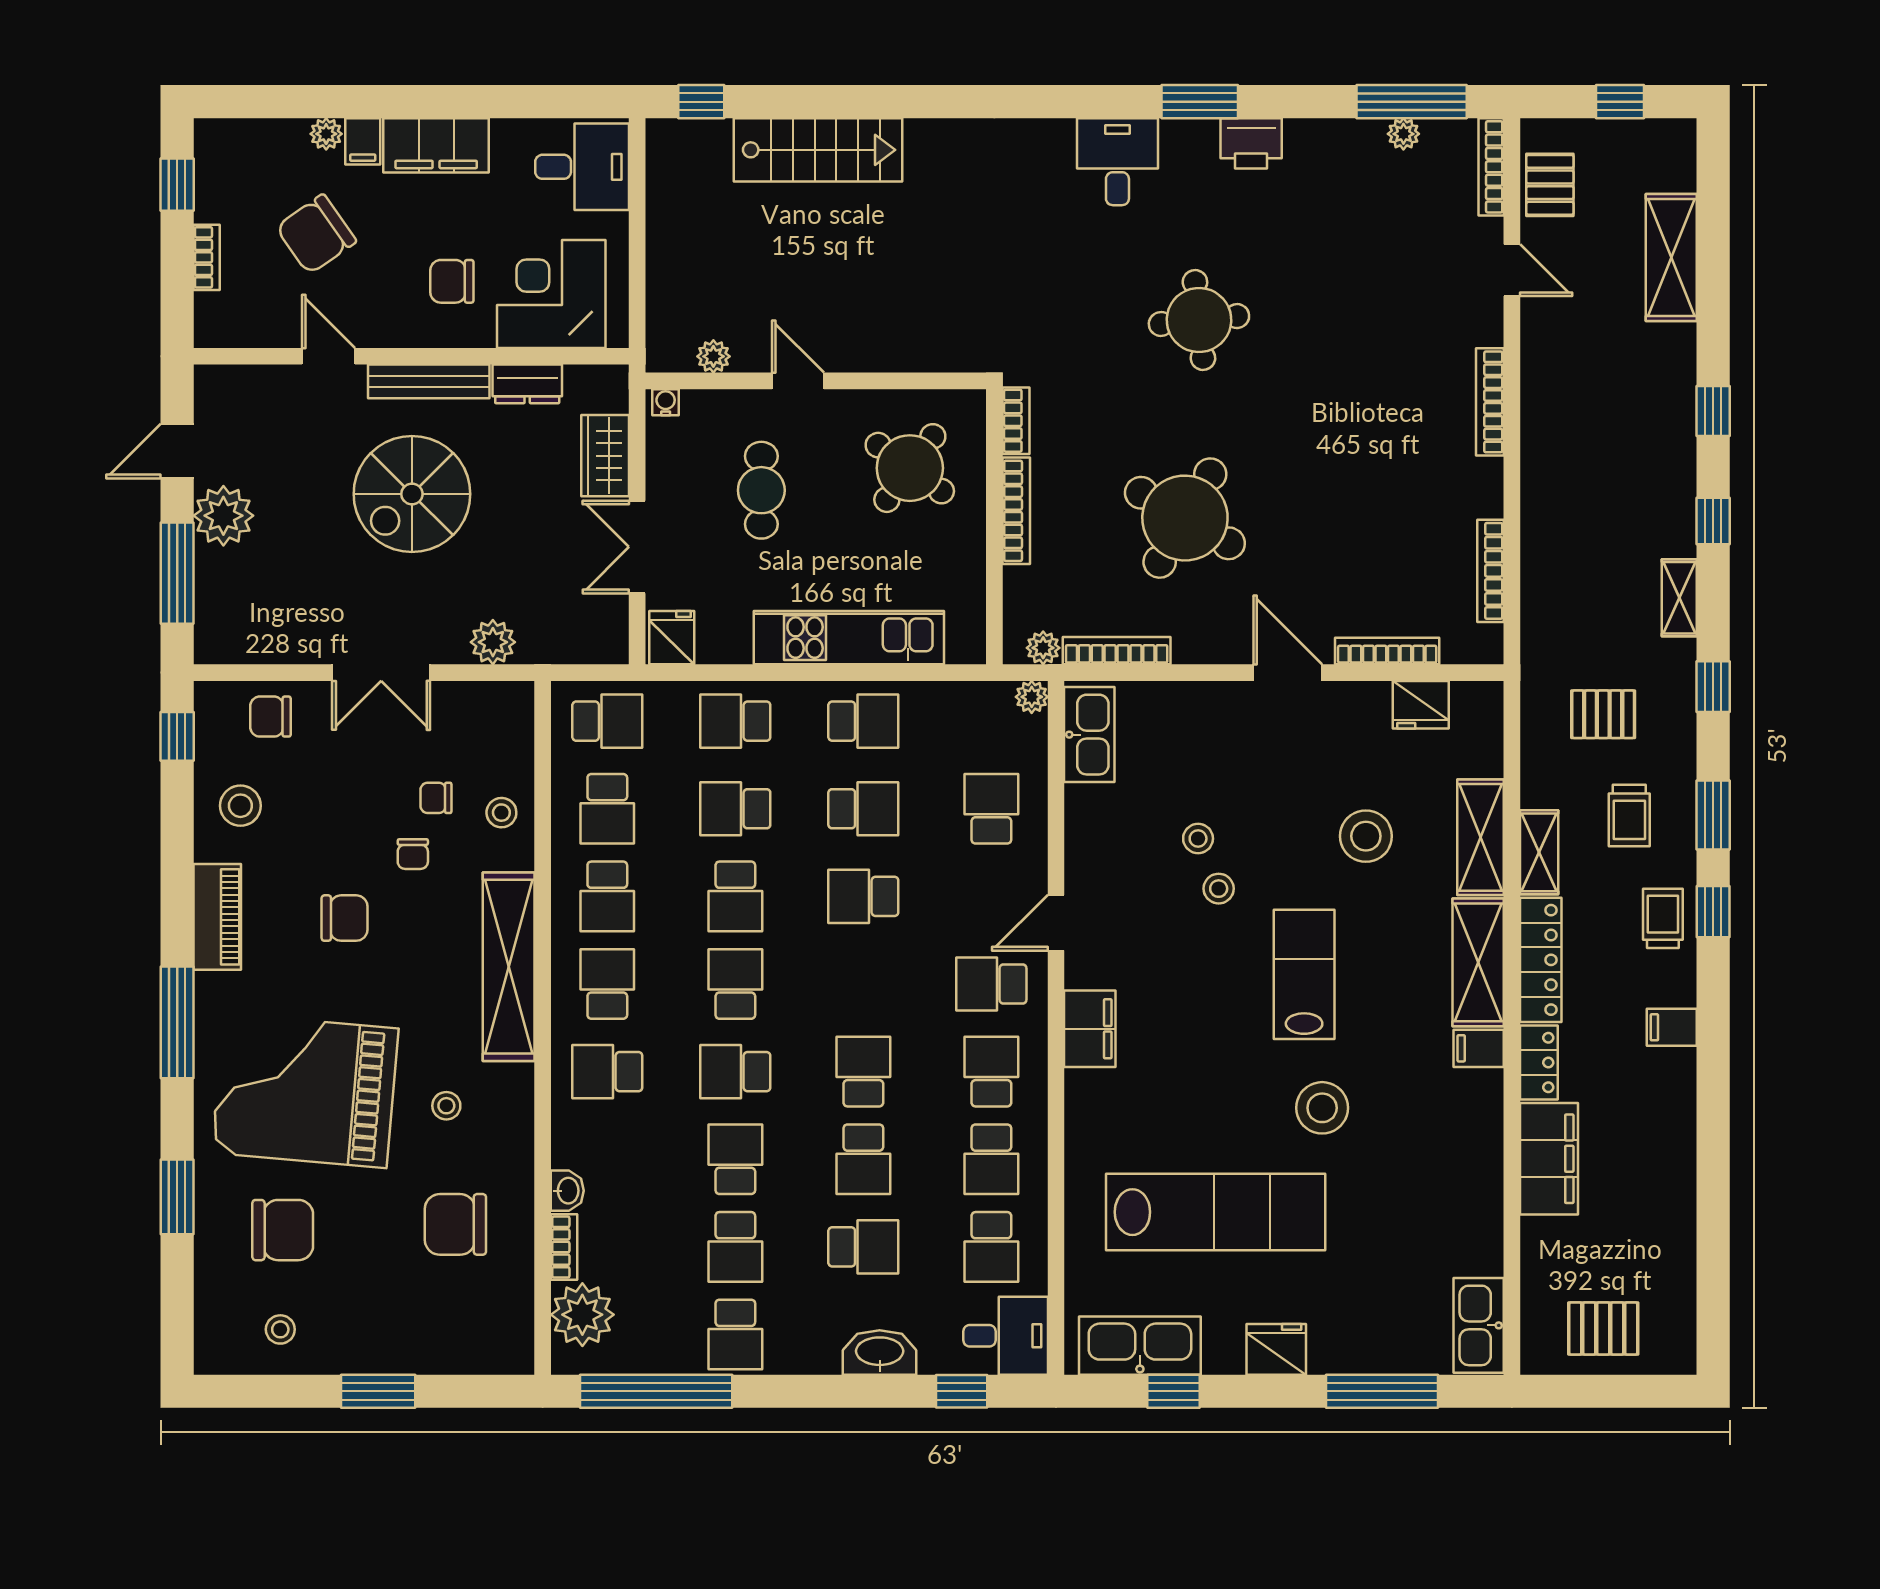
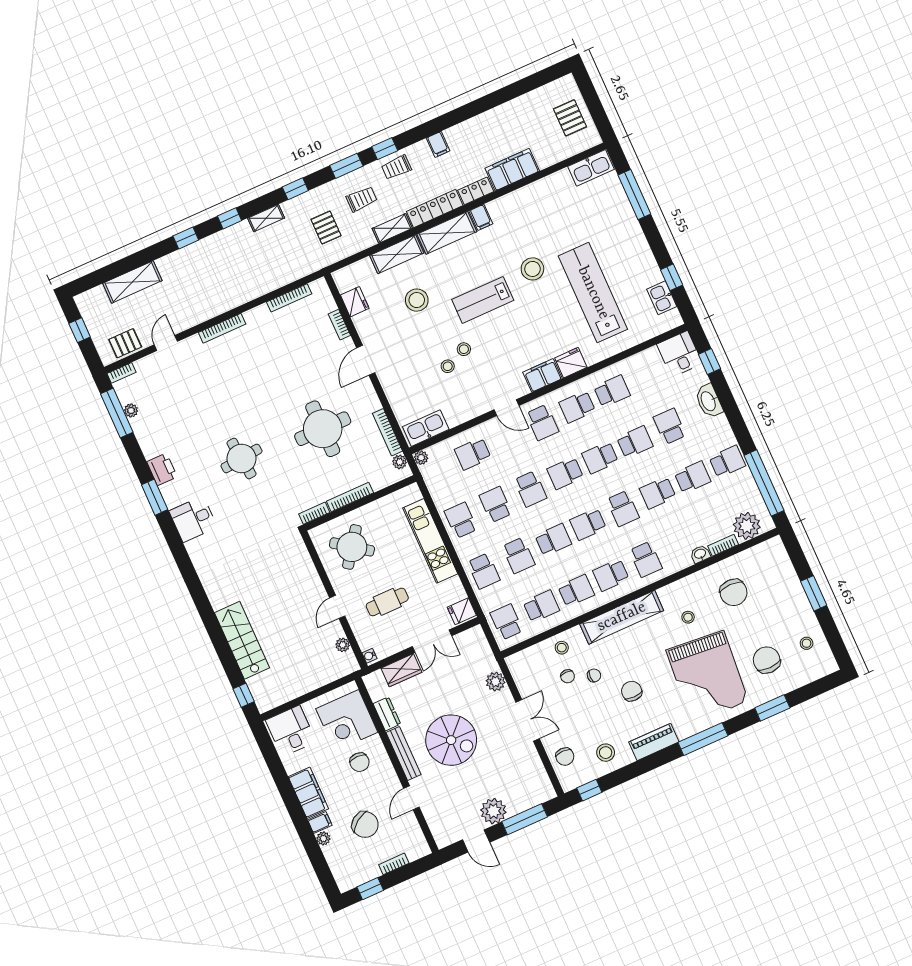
bookcase: (1491, 167) -> (122, 373), width x0.64
round table: (1185, 518) -> (323, 429), turned -30
bookcase: (1387, 651) -> (339, 325), width x0.64
school desk: (991, 1247) -> (565, 473), moved, turned 180
kitchen sink: (1140, 1346) -> (662, 298), width x0.53, depth x0.81
fridge: (1276, 1349) -> (571, 363), moved, turned 90

